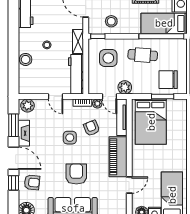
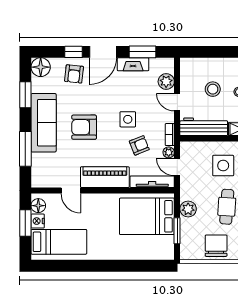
stool: (26, 59) -> (213, 89), moved
chair: (168, 80) -> (216, 246), moved
plant: (125, 87) -> (188, 209), moved
door: (56, 96) -> (177, 102), hinge flipped
door: (109, 96) -> (177, 167), hinge flipped
plant: (27, 106) -> (166, 82), moved
armchair: (76, 174) -> (84, 127), turned 180

